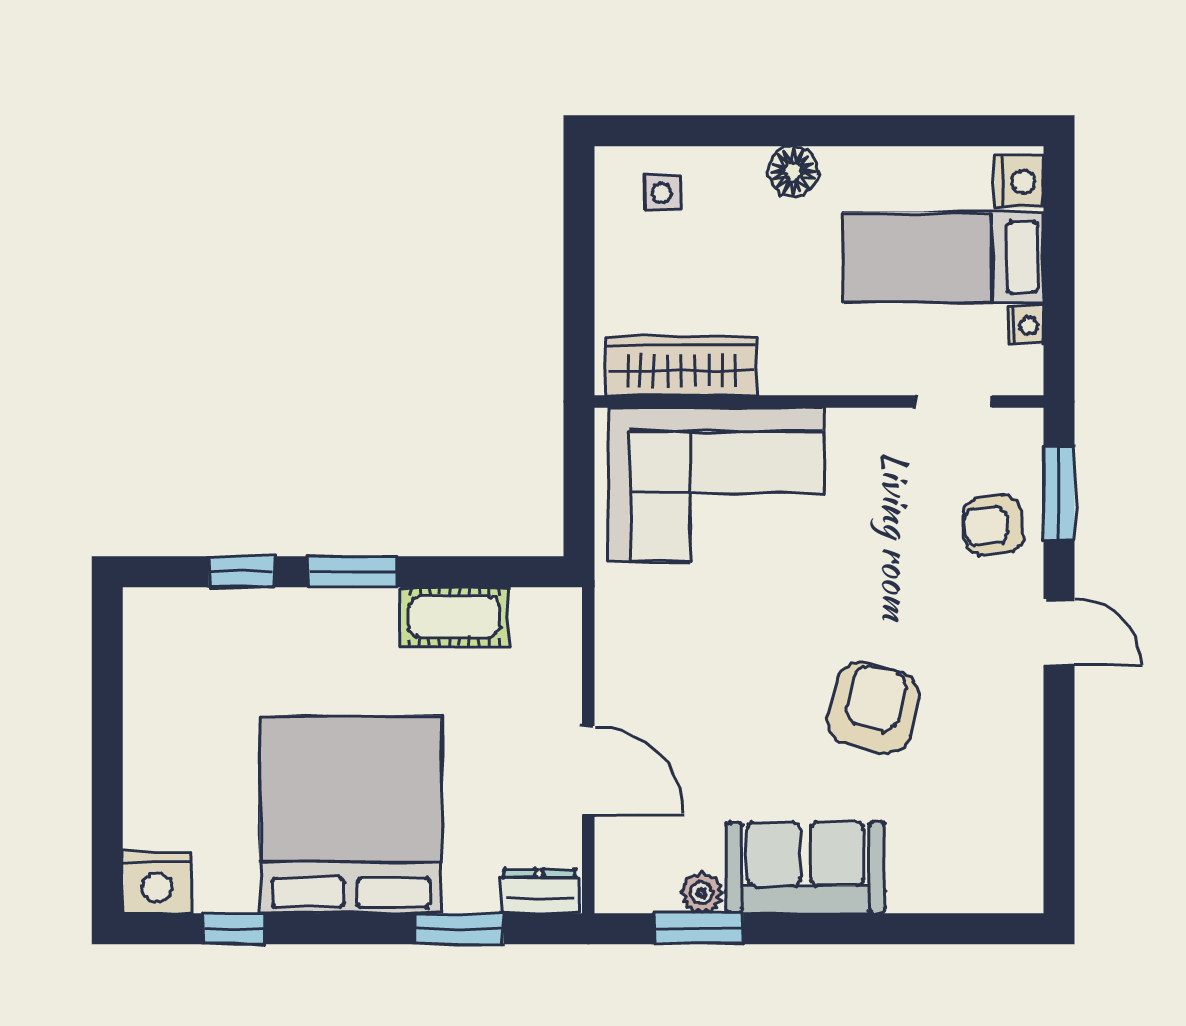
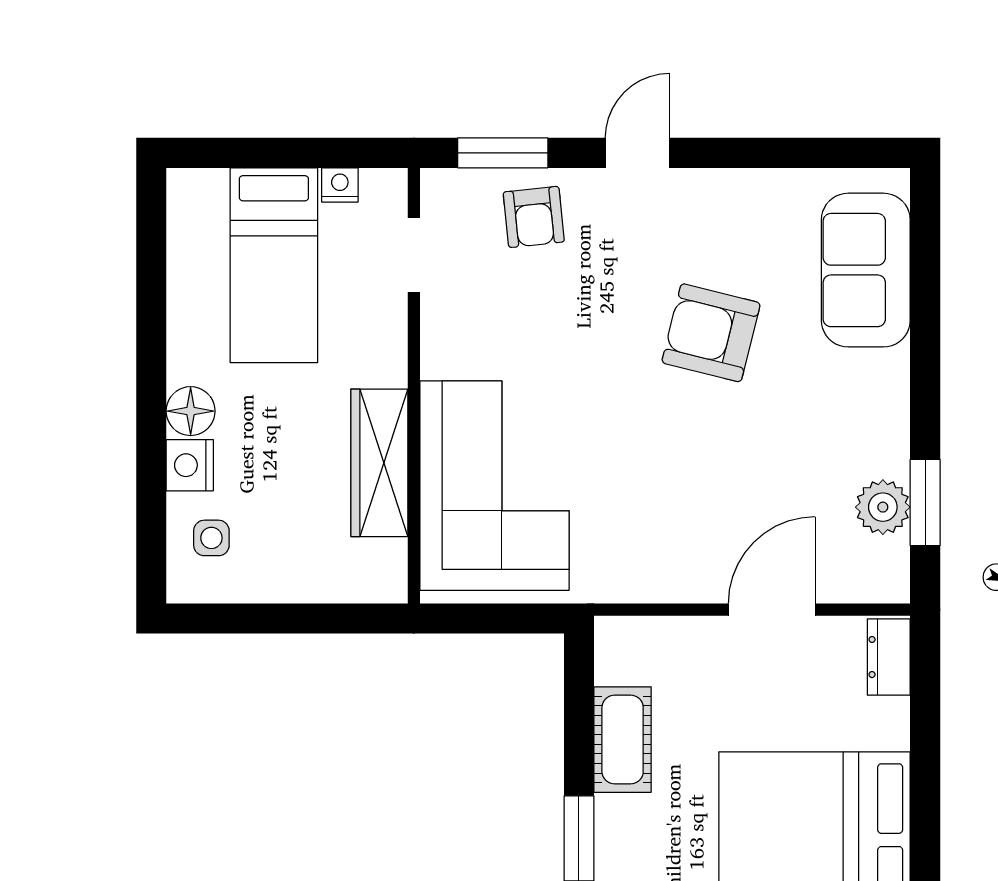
nightstand: (1019, 182) -> (190, 465), moved, turned -90
wardrobe: (681, 366) -> (379, 463), moved
sofa: (805, 868) -> (866, 270), moved
plant: (702, 893) -> (883, 507), width x1.38, depth x1.38
window: (459, 929) -> (925, 735), removed

